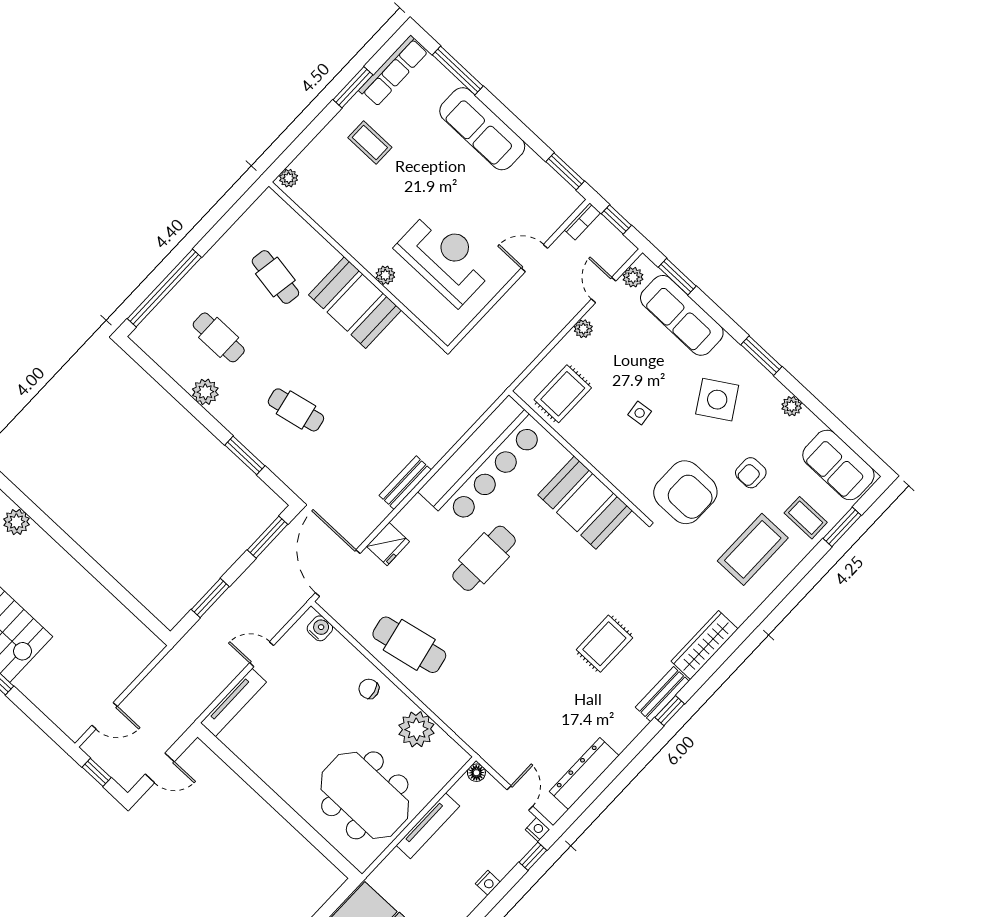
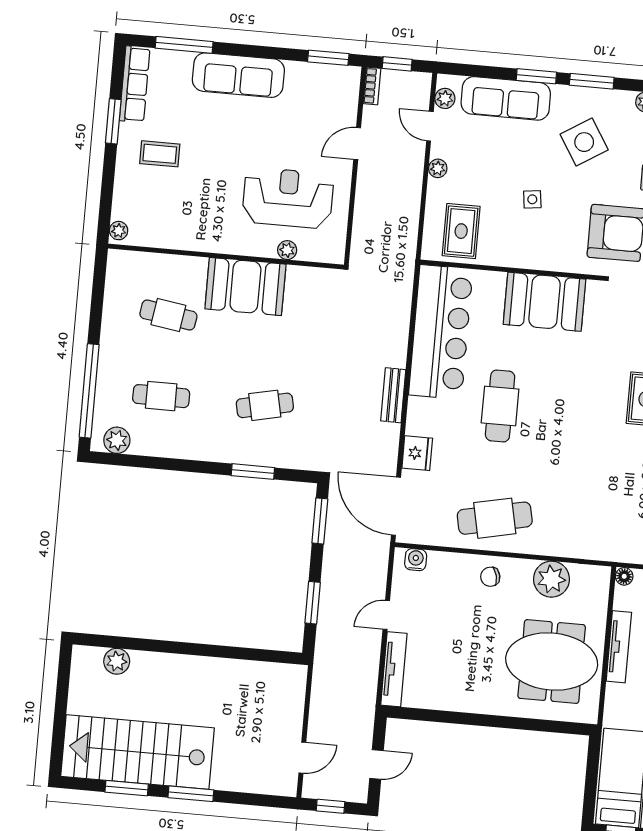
plant: (385, 275) -> (287, 250), moved
window: (677, 277) -> (536, 76), moved
plant: (205, 392) -> (117, 440), moved

